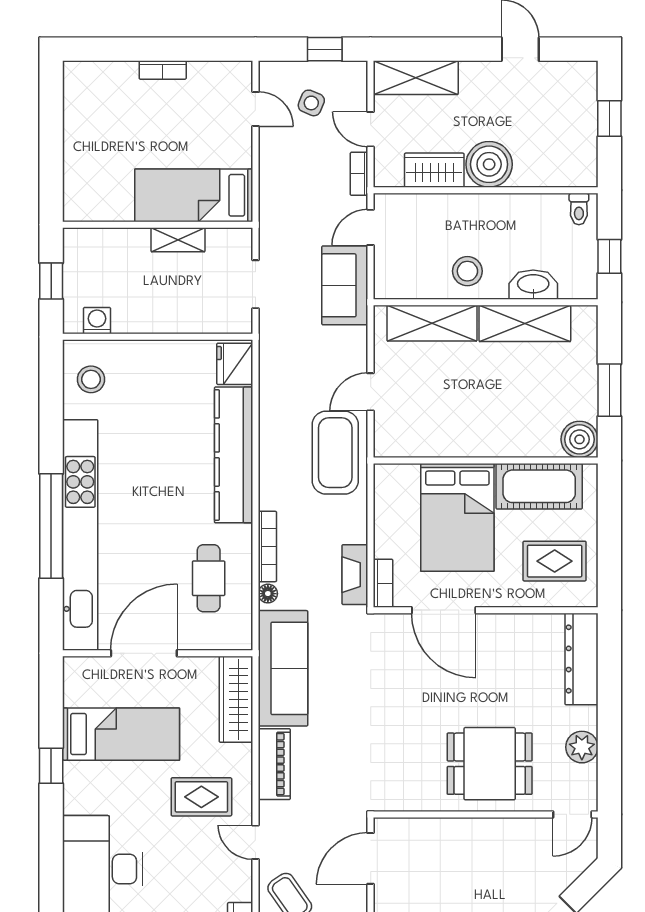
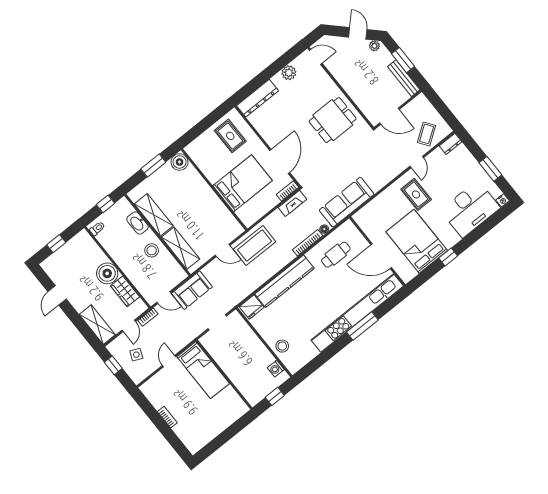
door: (255, 109) -> (169, 361), moved
shelving: (178, 240) -> (224, 363), removed
stool: (91, 379) -> (282, 346), moved
cot: (539, 486) -> (208, 163), removed
window: (51, 526) -> (362, 326), width x0.68
wardrobe: (236, 699) -> (371, 210), removed
bed: (121, 734) -> (417, 241), width x1.50
piano: (274, 764) -> (383, 178), removed
dining table: (490, 764) -> (333, 120), moved, turned 90

